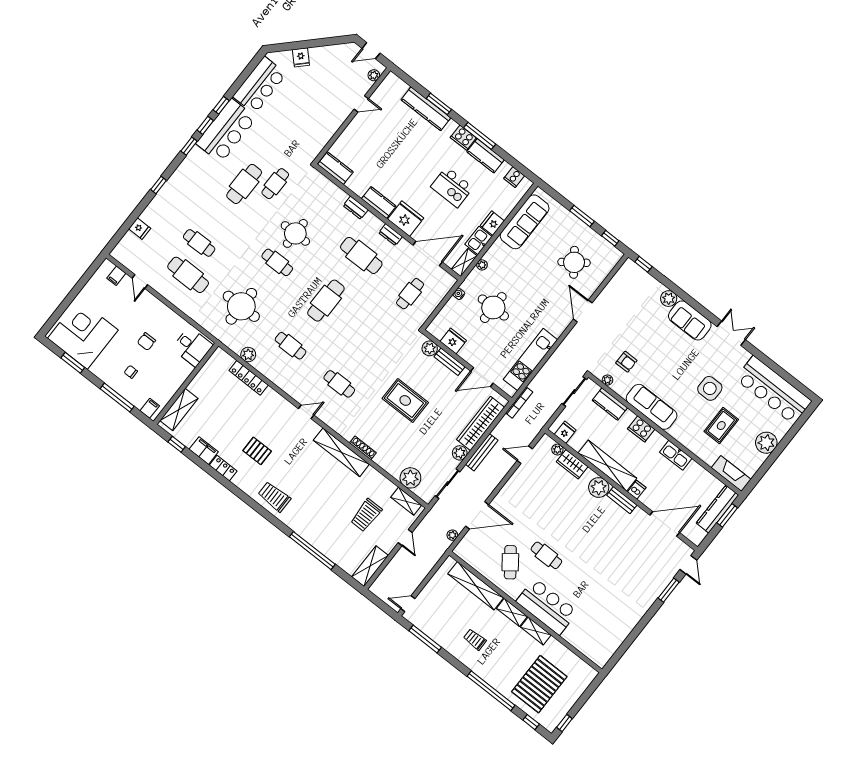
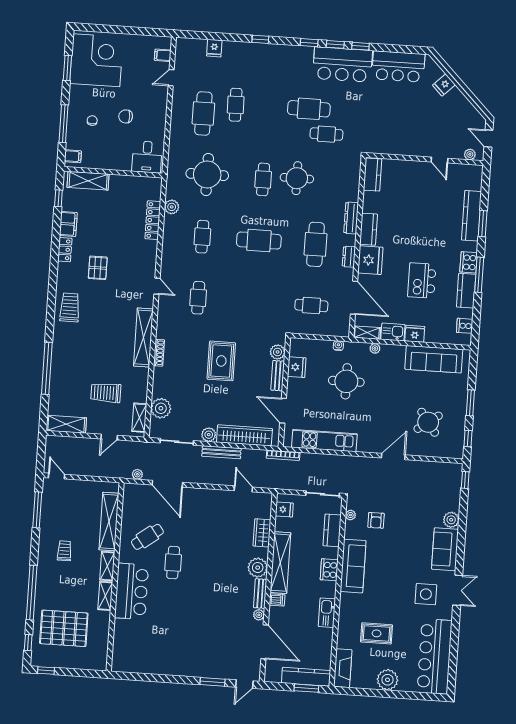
dresser: (356, 208) -> (351, 218), width x1.44
side table: (710, 388) -> (426, 594), moved
plant: (557, 450) -> (259, 615), moved

